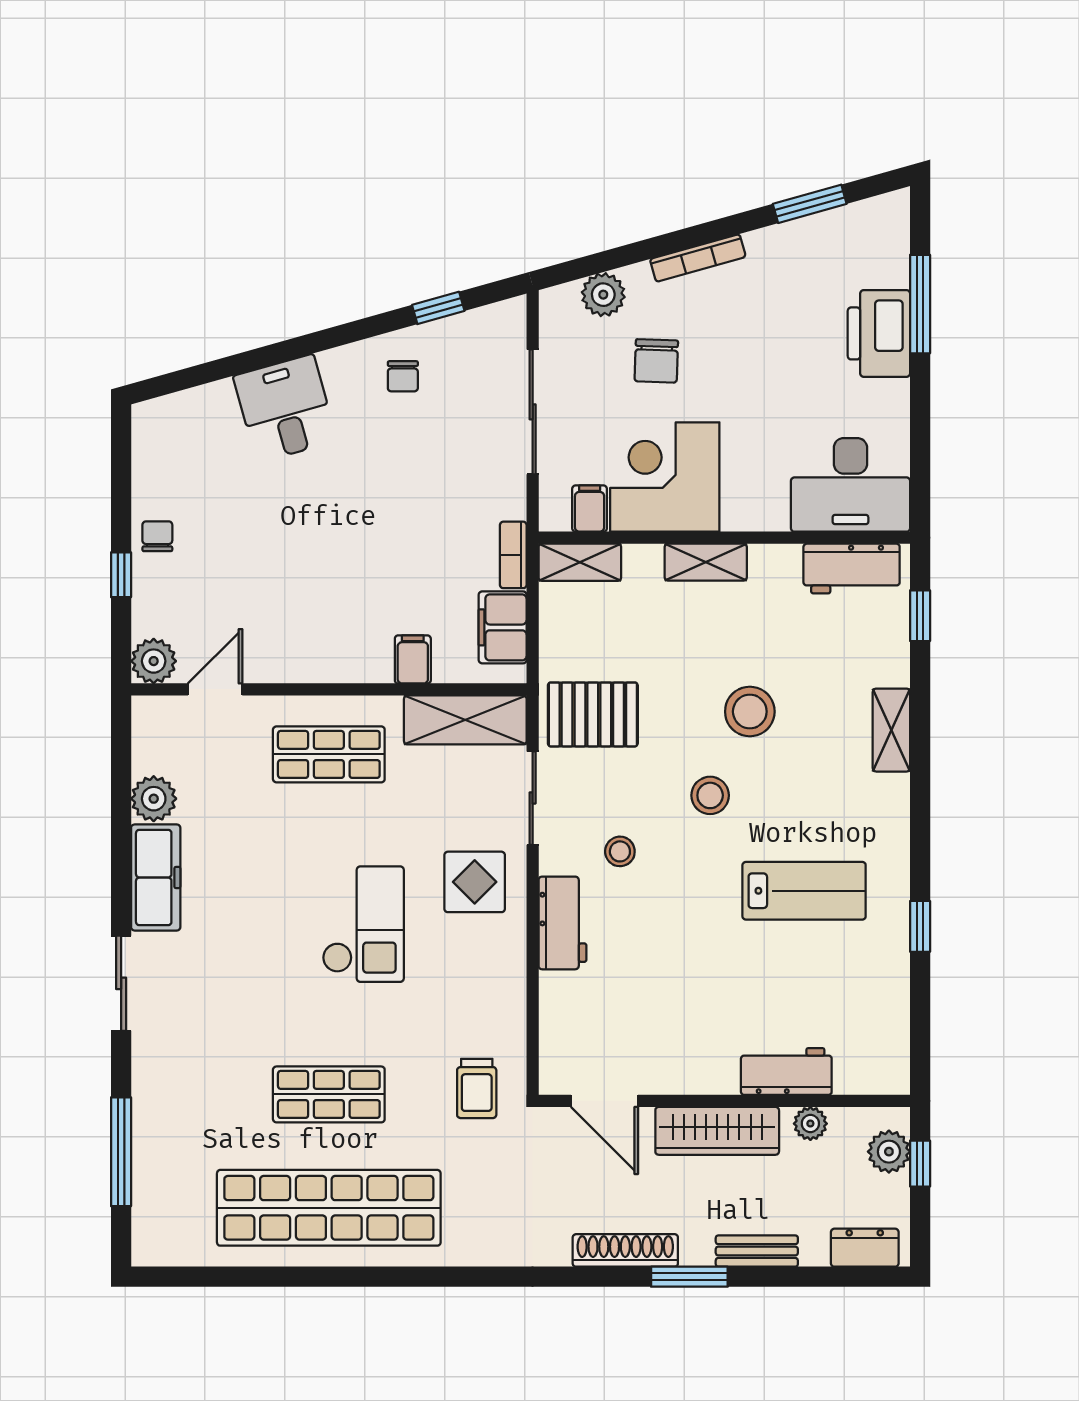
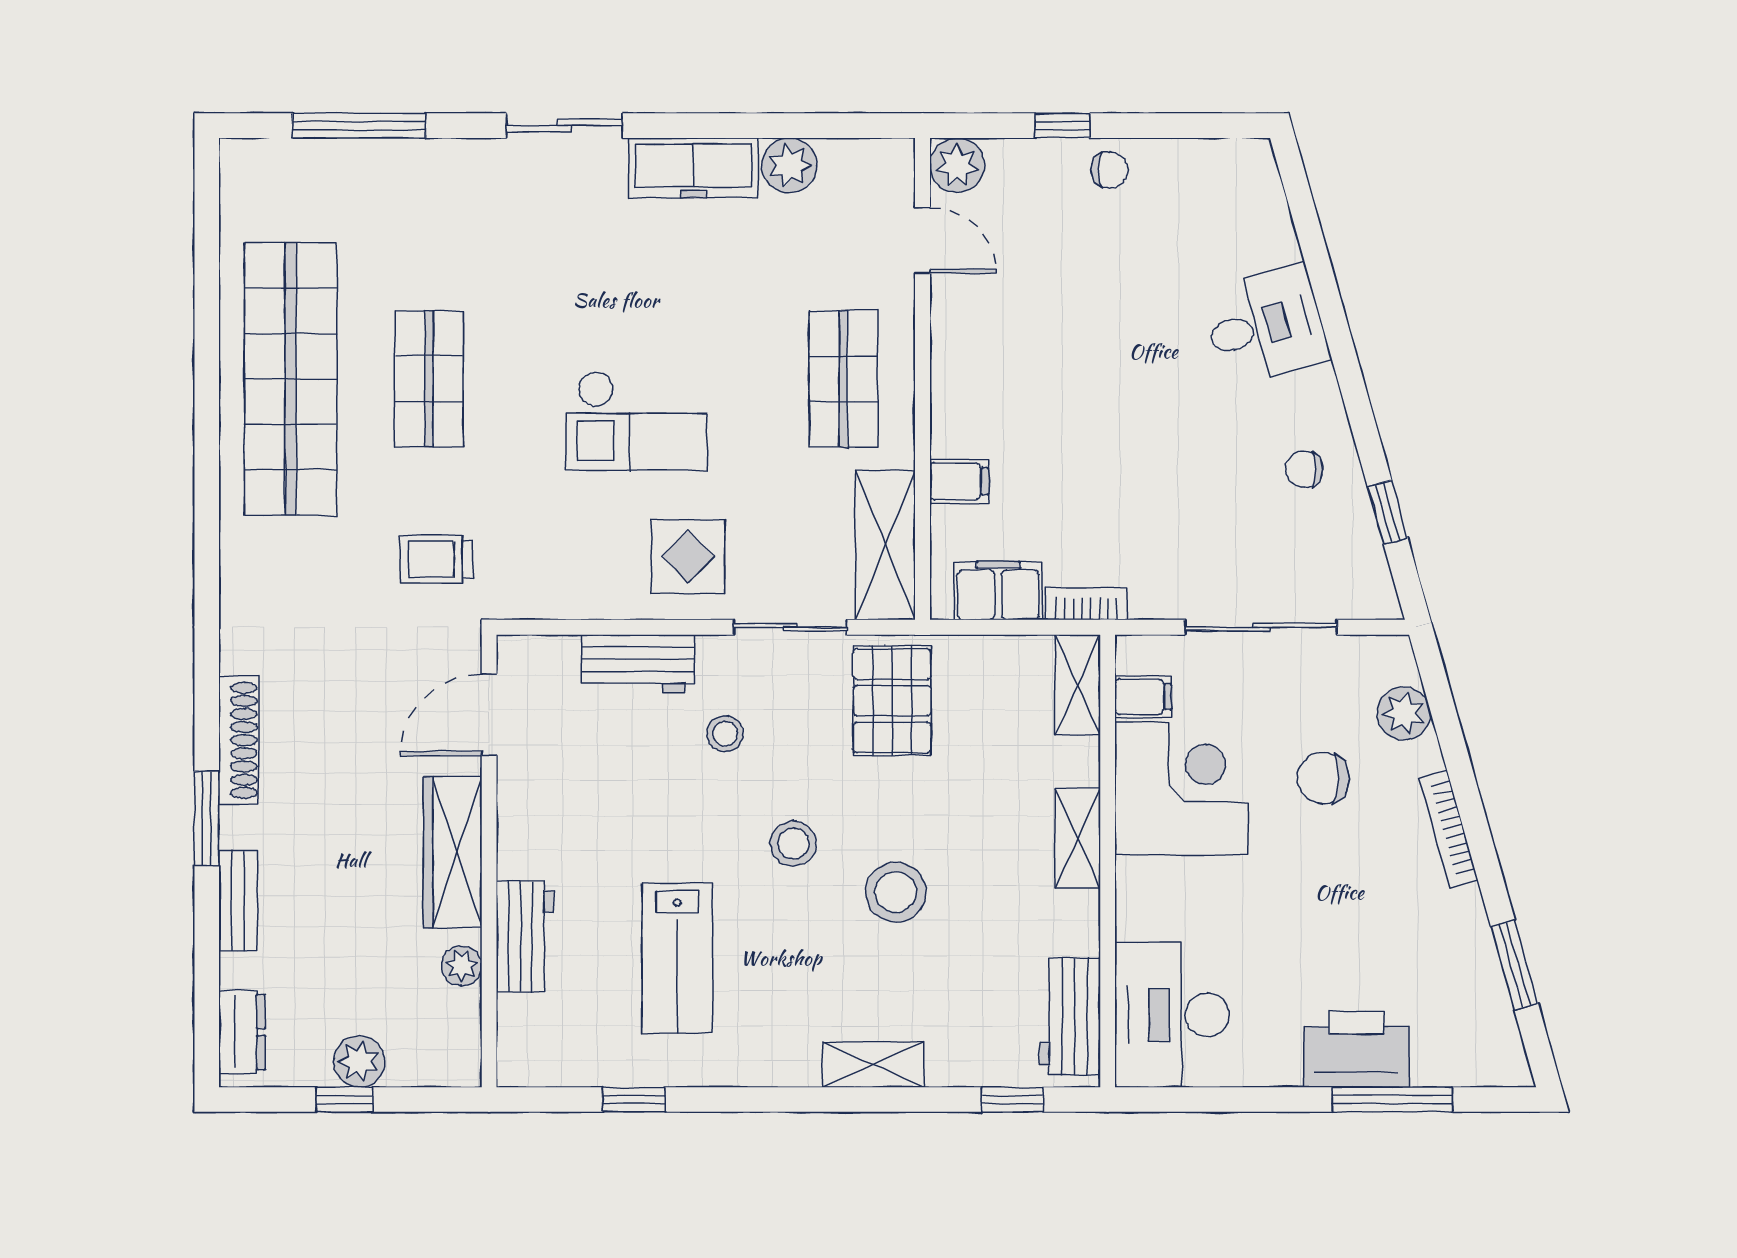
workbench: (786, 1071) -> (525, 937), moved
door: (604, 1101) -> (489, 715), moved
wall: (724, 1101) -> (489, 861), moved
plant: (810, 1124) -> (462, 966), moved
wardrobe: (717, 1131) -> (453, 852), moved

